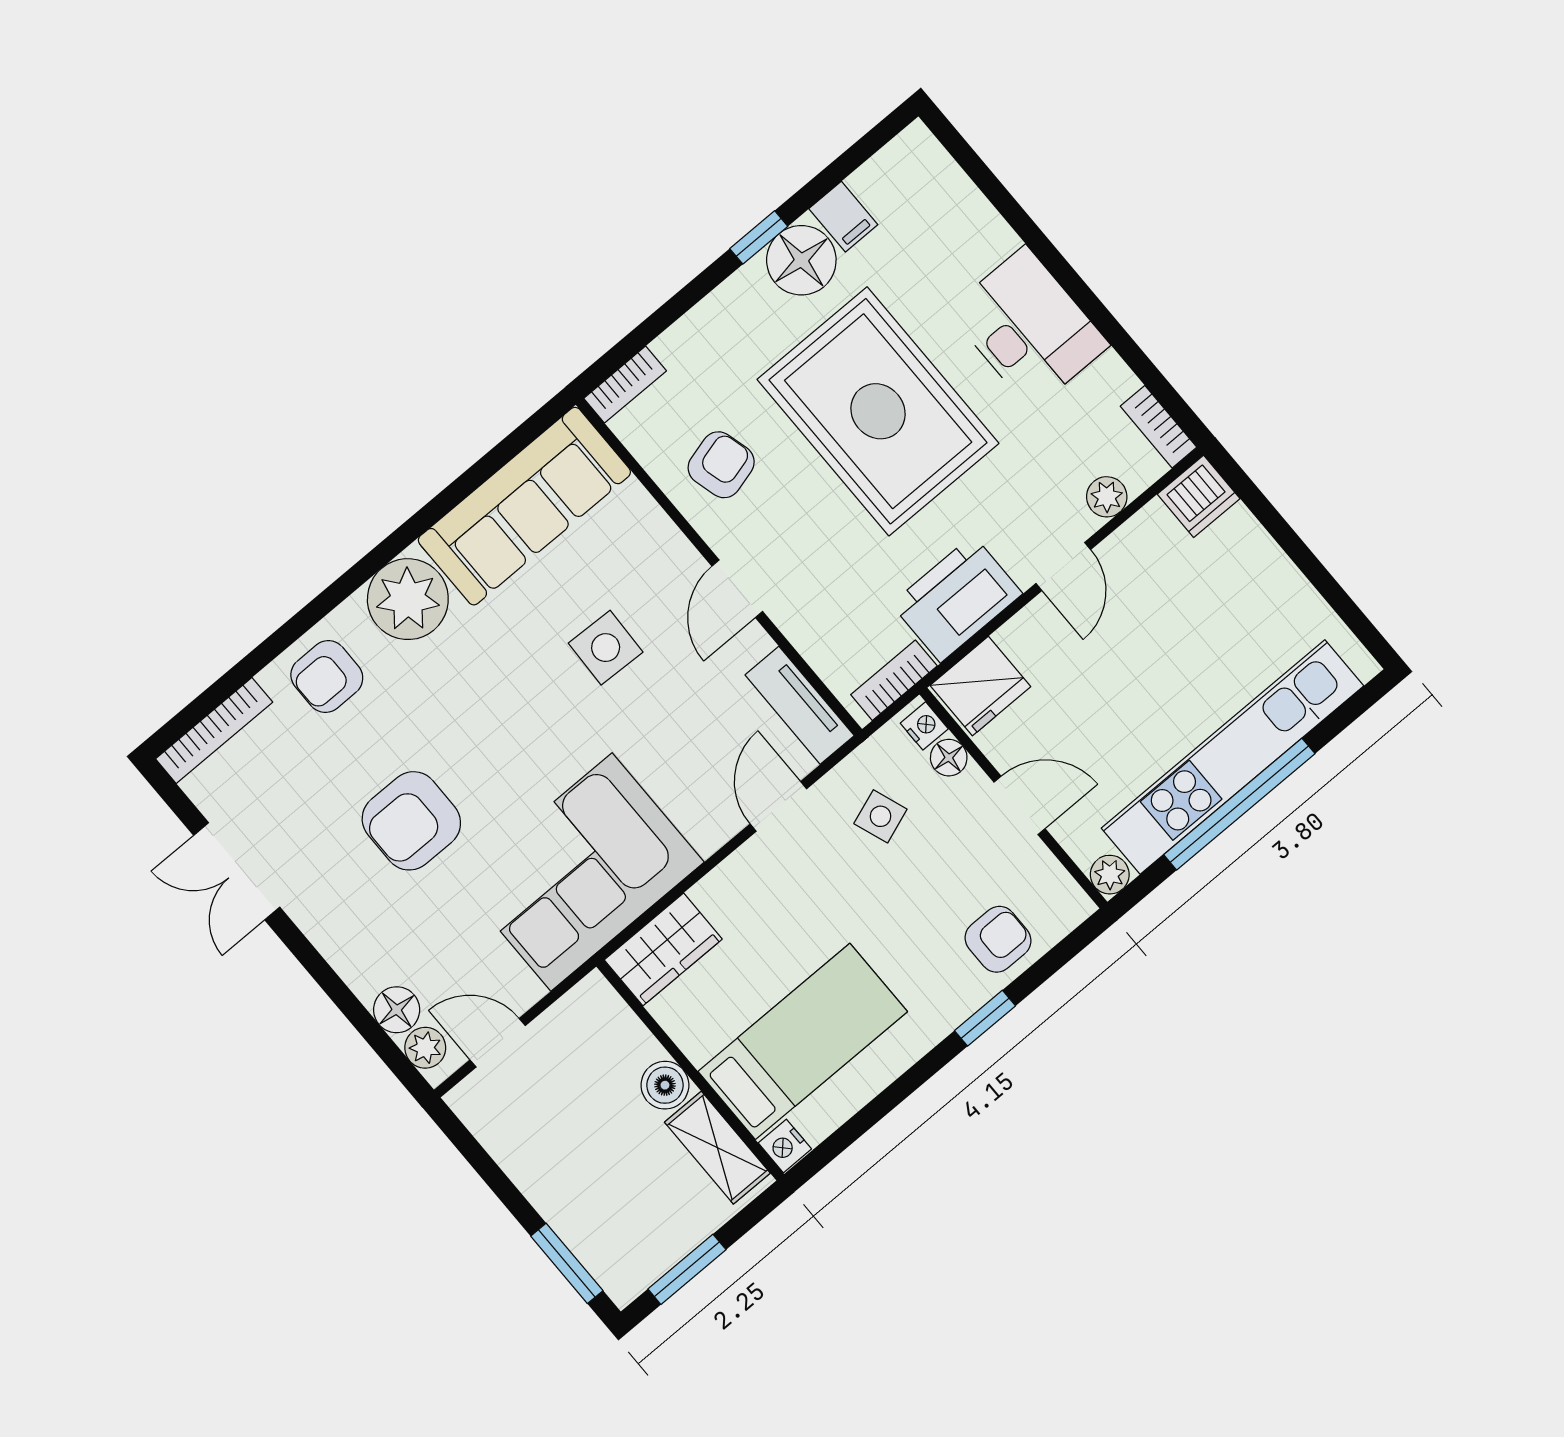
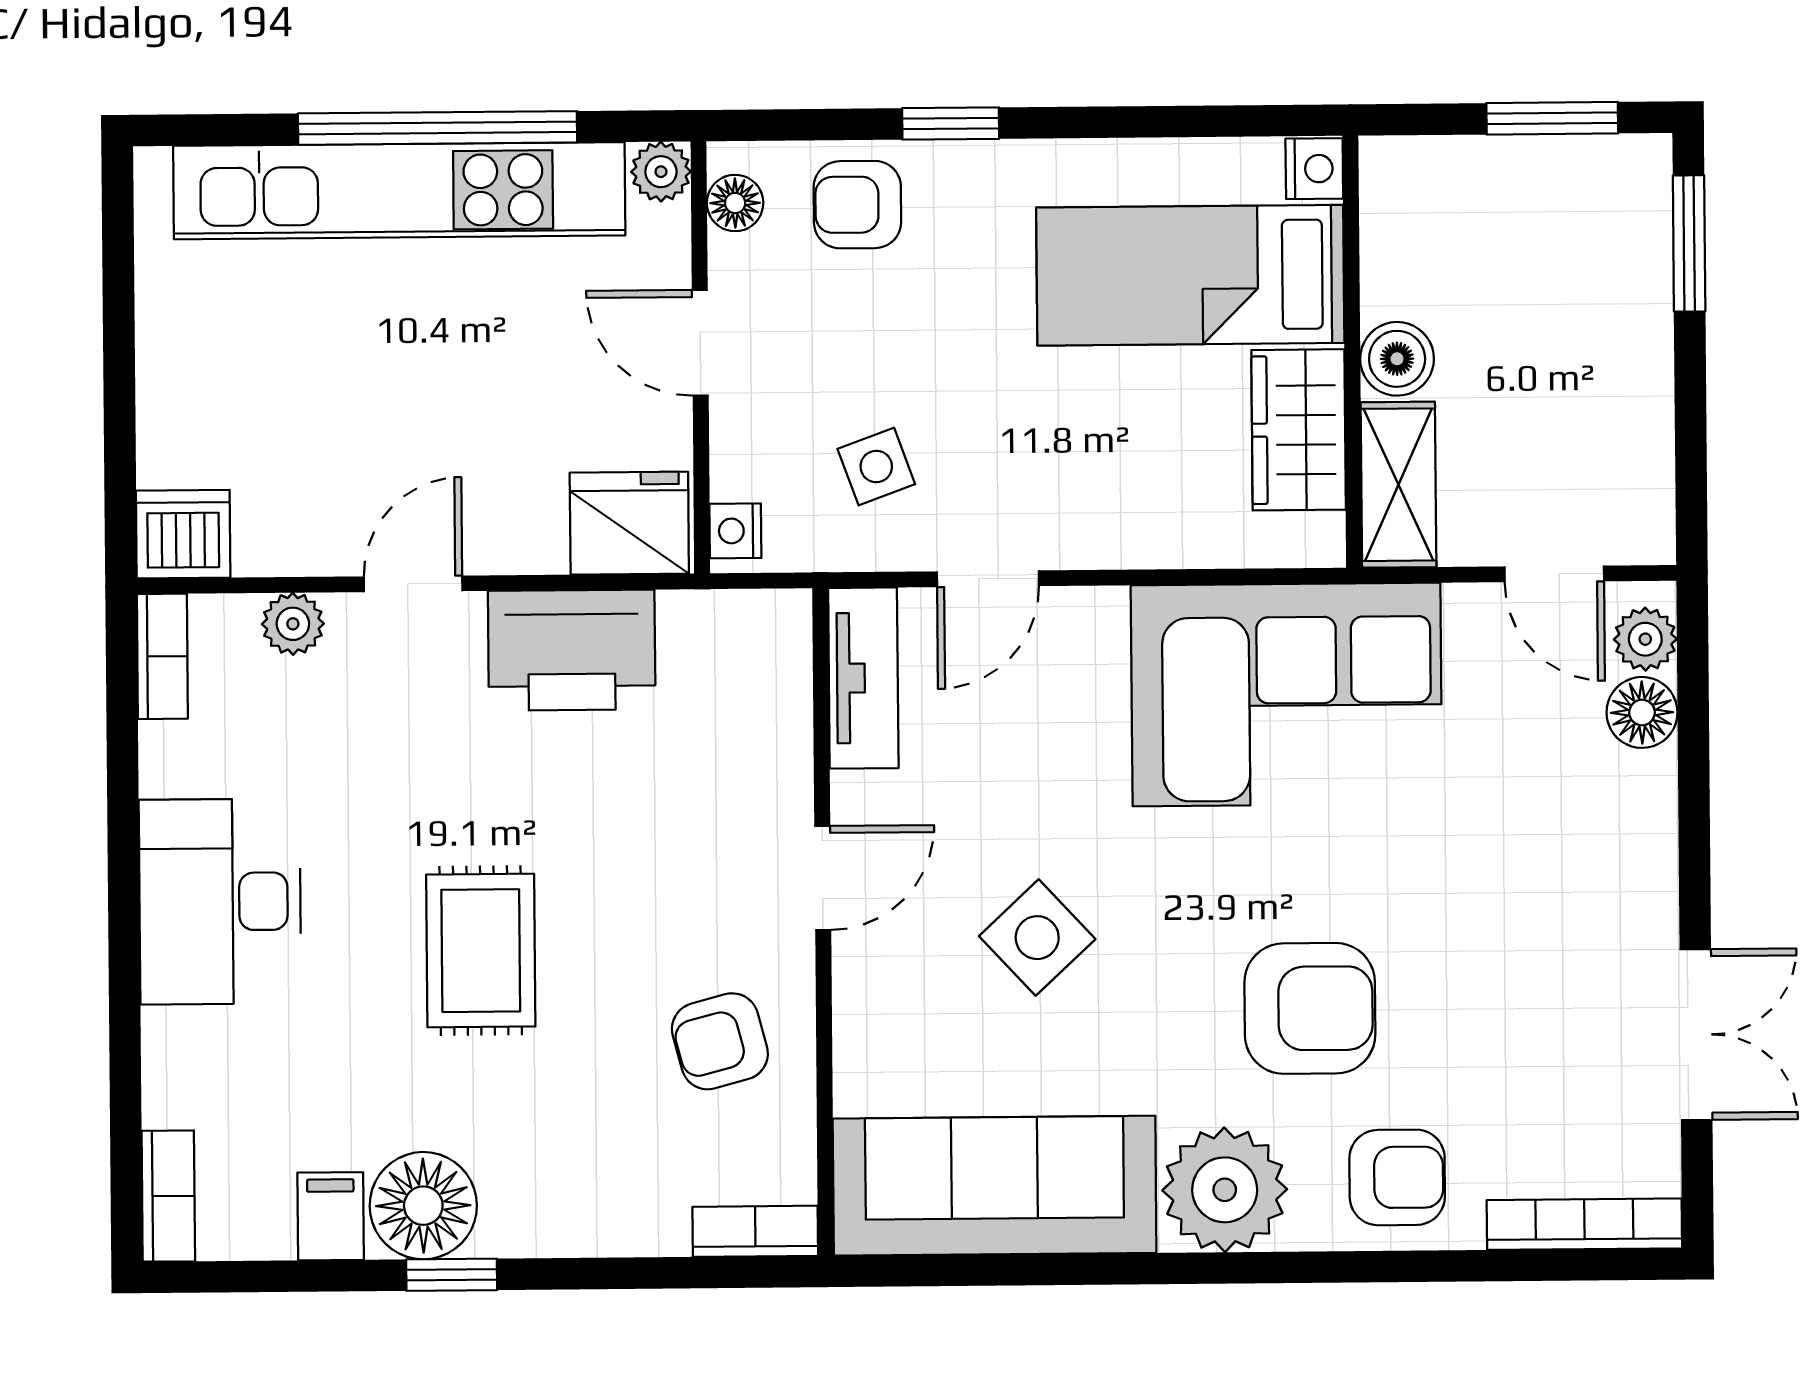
rug: (878, 411) -> (481, 951), width x0.54, depth x0.49
side table: (606, 648) -> (1037, 938), turned 45
bookcase: (894, 680) -> (168, 1196), moved, turned -90
floor lamp: (949, 758) -> (735, 203), moved
armchair: (411, 821) -> (1310, 1008), moved
wardrobe: (663, 949) -> (1299, 430), moved, turned -90
shelving: (717, 1148) -> (1398, 485), moved

